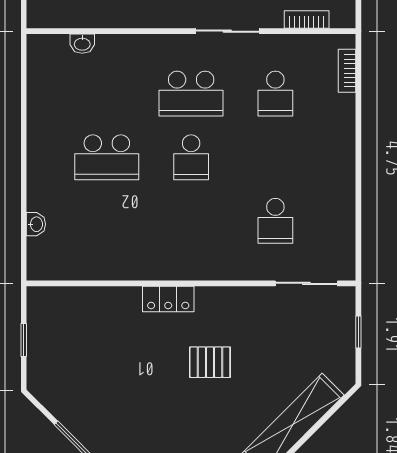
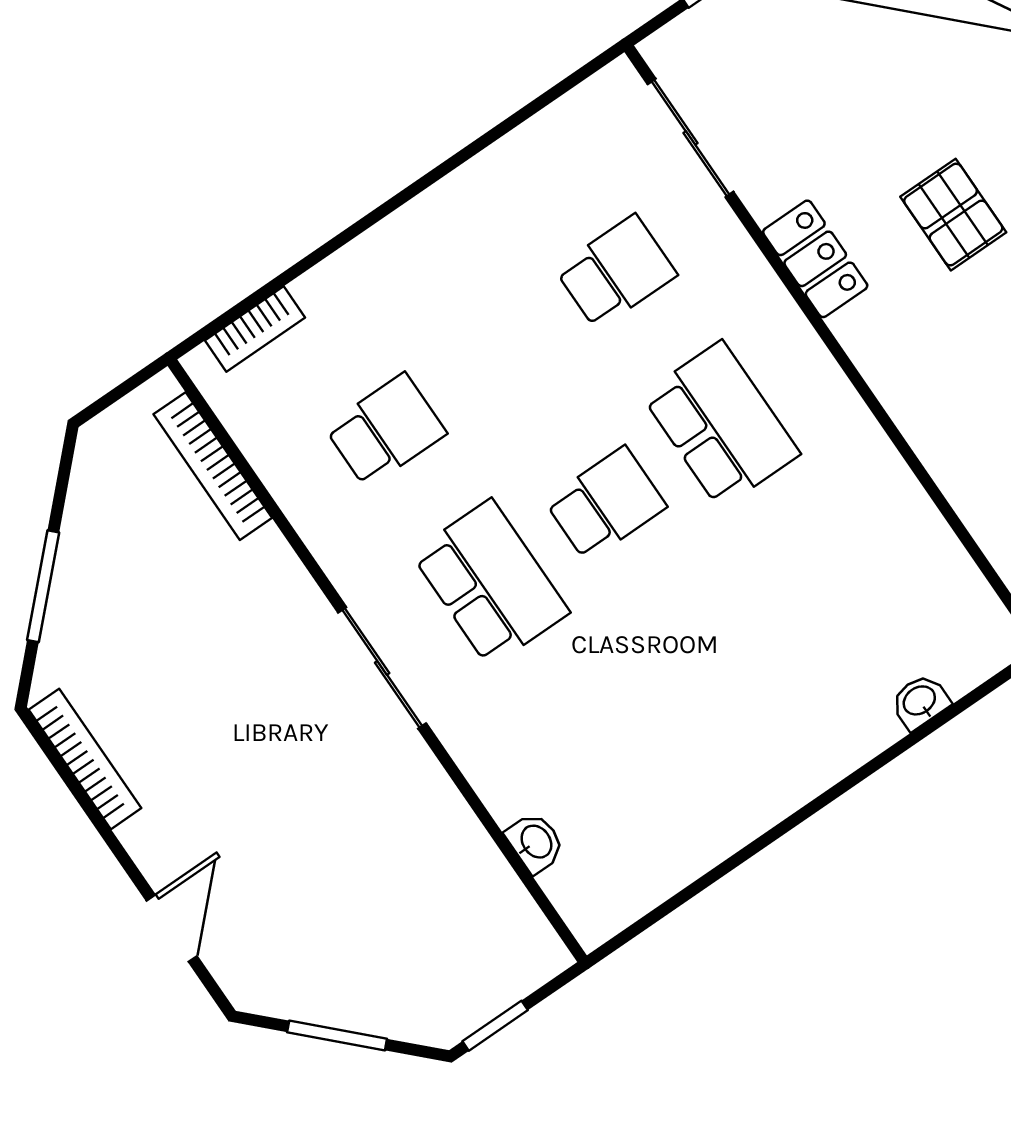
bookcase: (307, 20) -> (213, 466), width x1.56
sliding door: (227, 31) -> (382, 668), moved
school desk: (107, 157) -> (721, 425), moved
locker: (168, 299) -> (815, 259), moved

